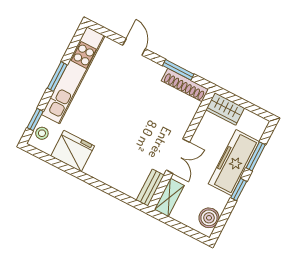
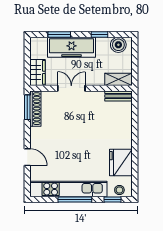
door: (134, 47) -> (27, 157), swing flipped
window: (178, 70) -> (27, 107), moved
window: (57, 76) -> (75, 200), width x1.44
double door: (178, 156) -> (71, 88), moved
window: (239, 190) -> (99, 34), moved

